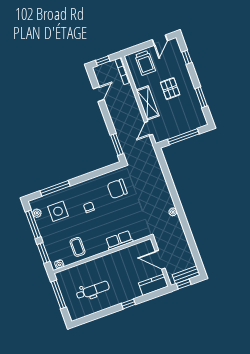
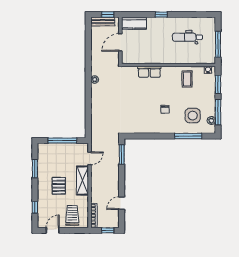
chair: (117, 189) -> (135, 116), removed
door: (160, 260) -> (120, 42), swing flipped

